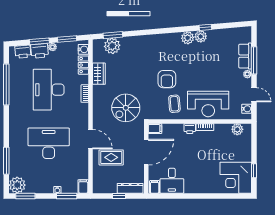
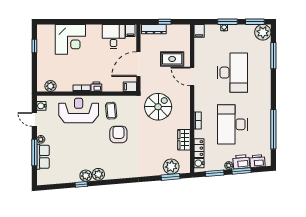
desk: (49, 90) -> (232, 124), turned 180
desk: (49, 143) -> (232, 73), turned -90
corner desk: (236, 178) -> (70, 39), moved, turned 90
window: (67, 196) -> (227, 22), moved

